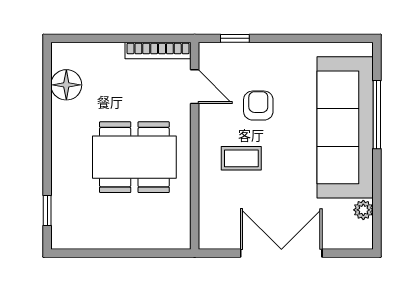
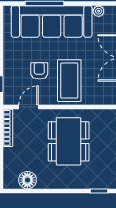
armchair: (258, 106) -> (39, 71), turned 90
coffee table: (241, 158) -> (69, 81), width x1.86, depth x1.72

